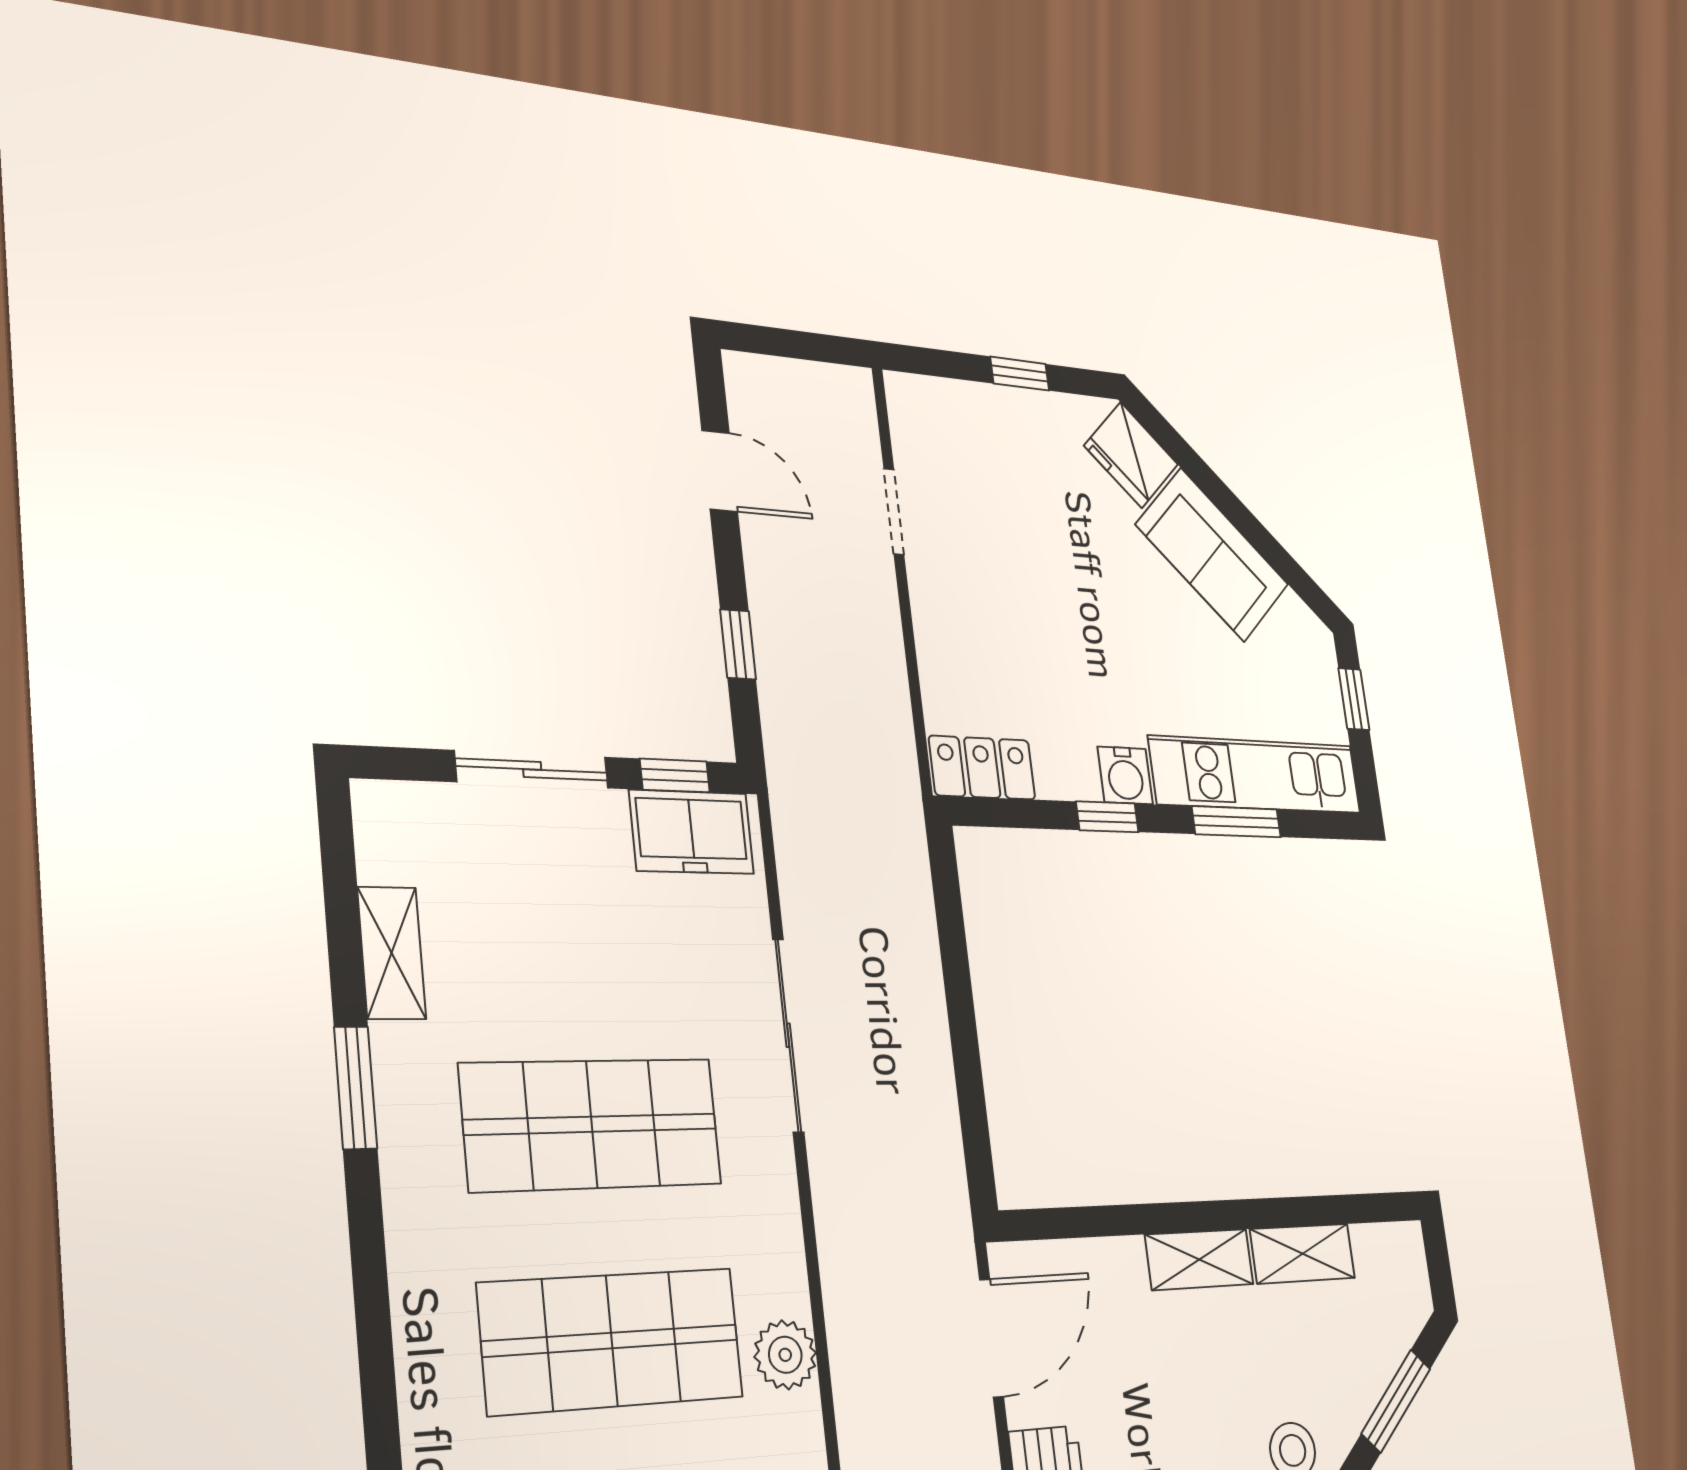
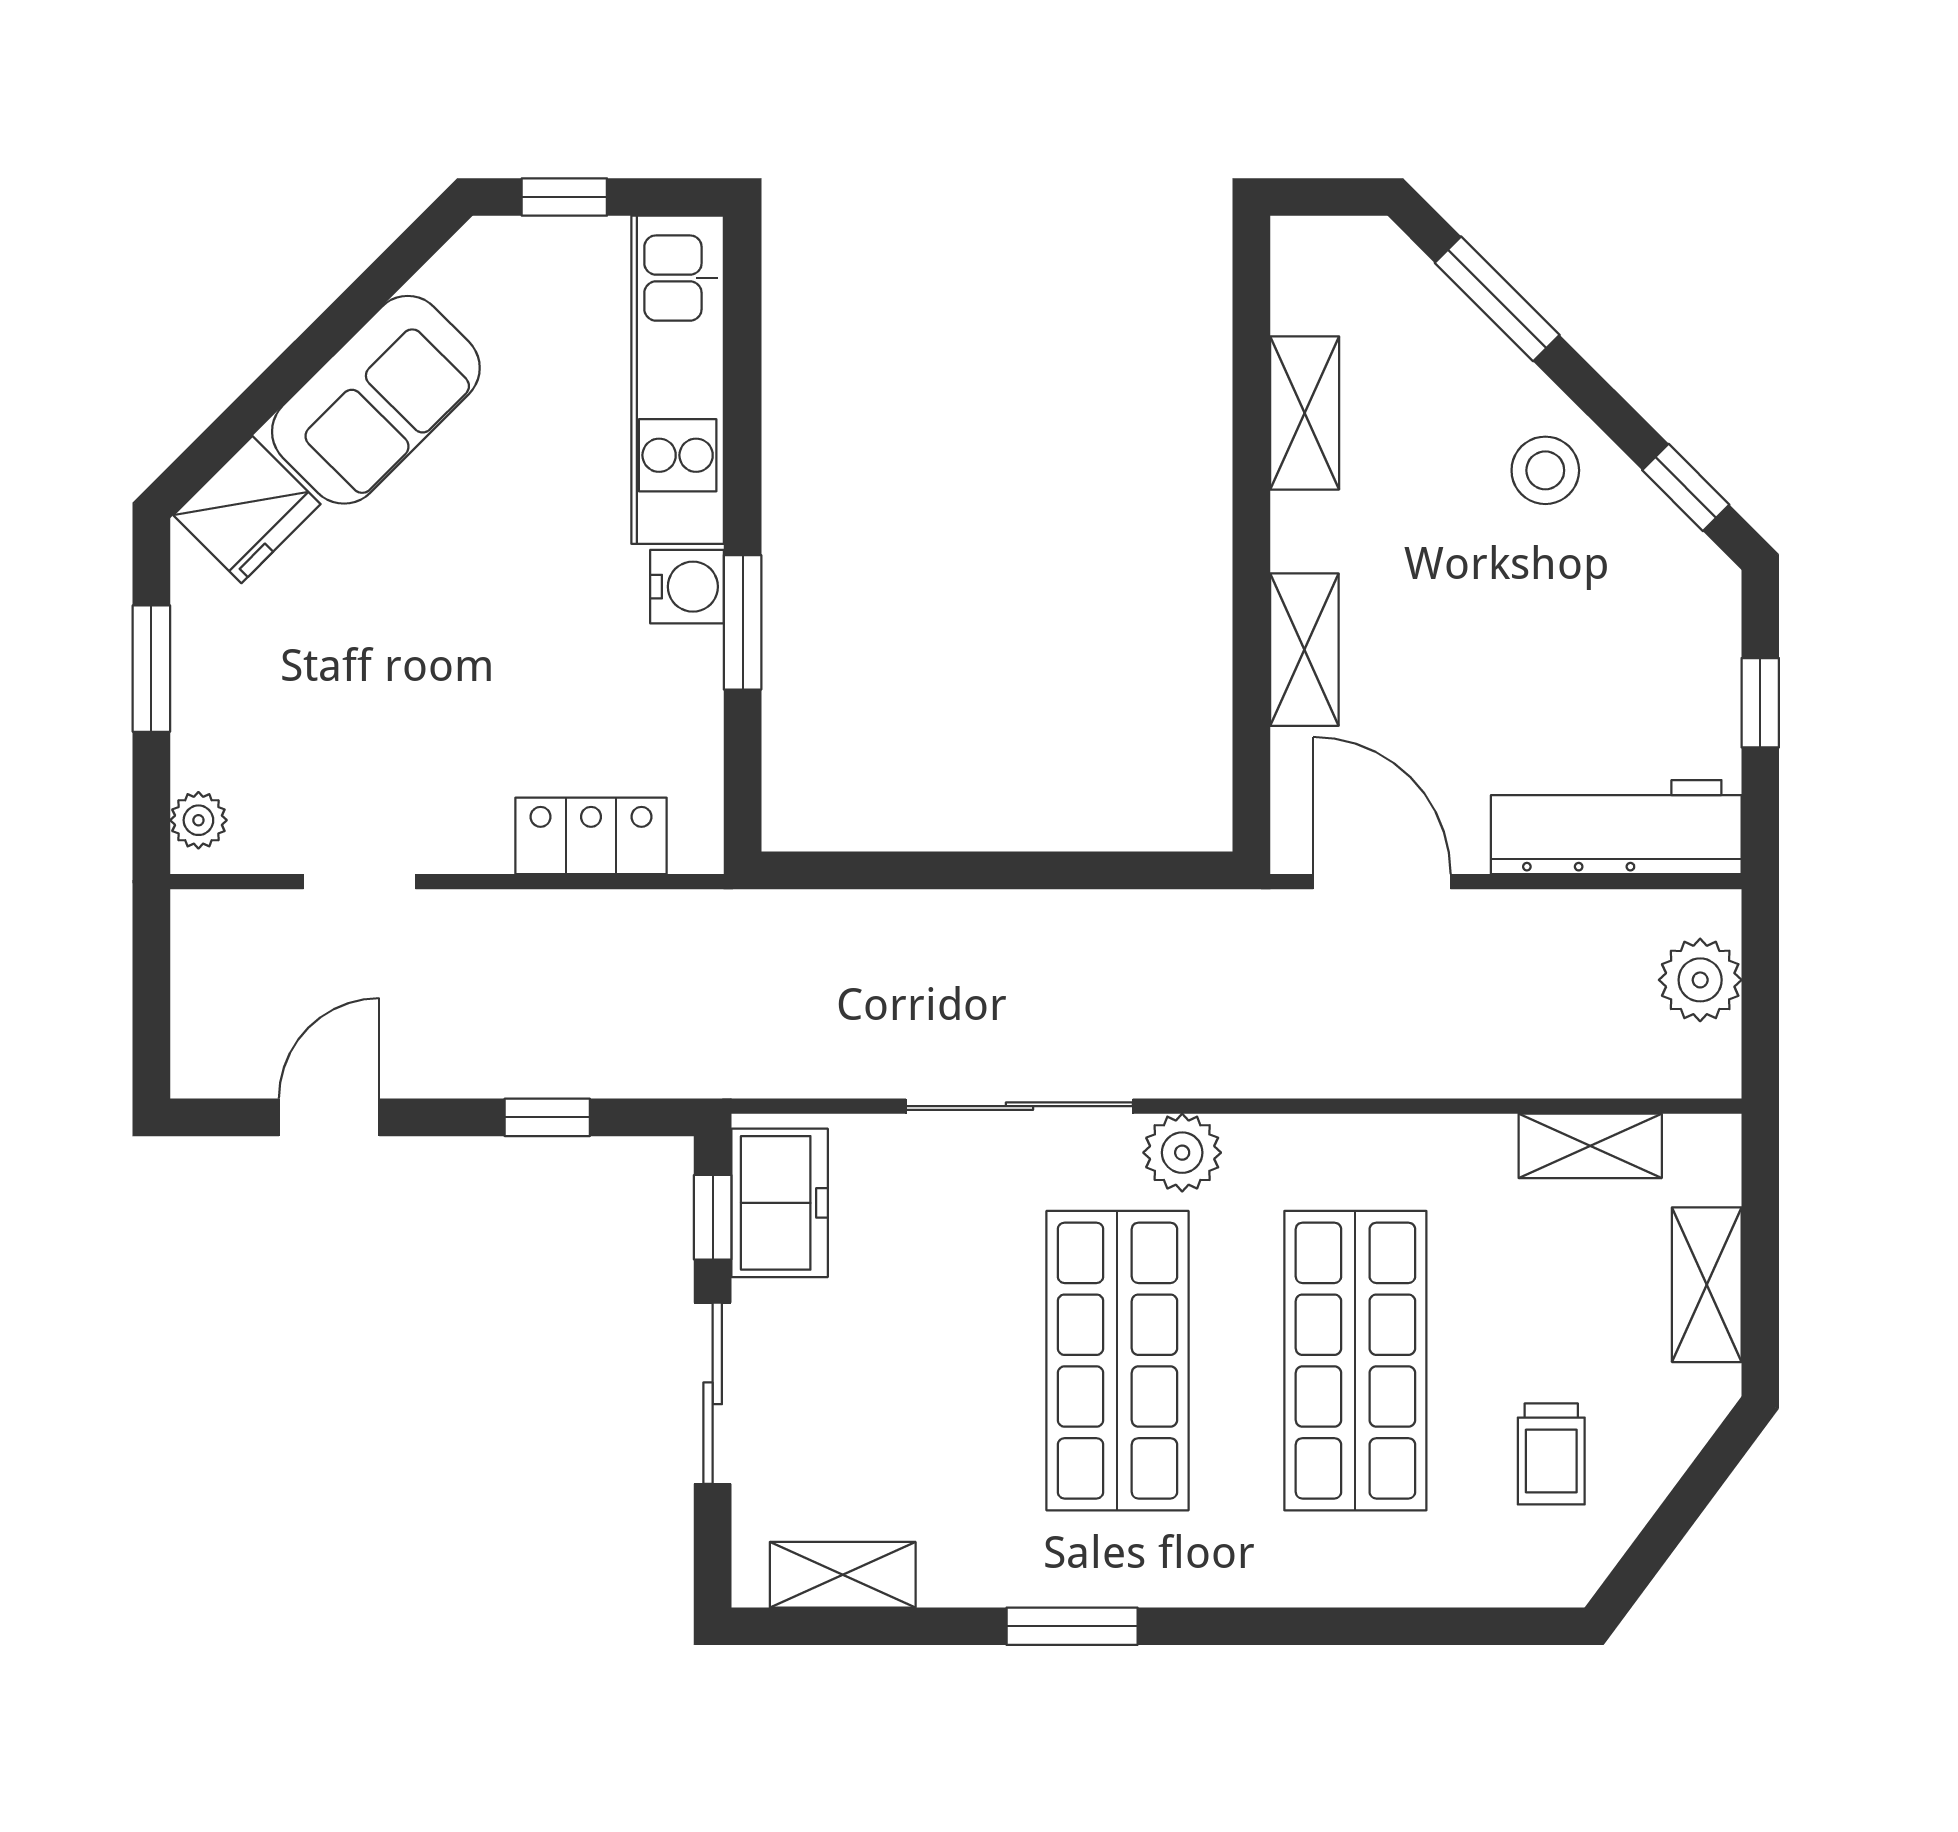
window: (1020, 374) -> (151, 669), width x1.50
plant: (922, 395) -> (198, 820), added
locker: (982, 768) -> (591, 836), moved, turned 90
window: (1107, 817) -> (743, 622), width x1.50
window: (1236, 822) -> (743, 422), removed
shelving: (392, 953) -> (843, 1575), moved
shelving: (1199, 1259) -> (1304, 650), moved
plant: (785, 1355) -> (1182, 1153), moved

